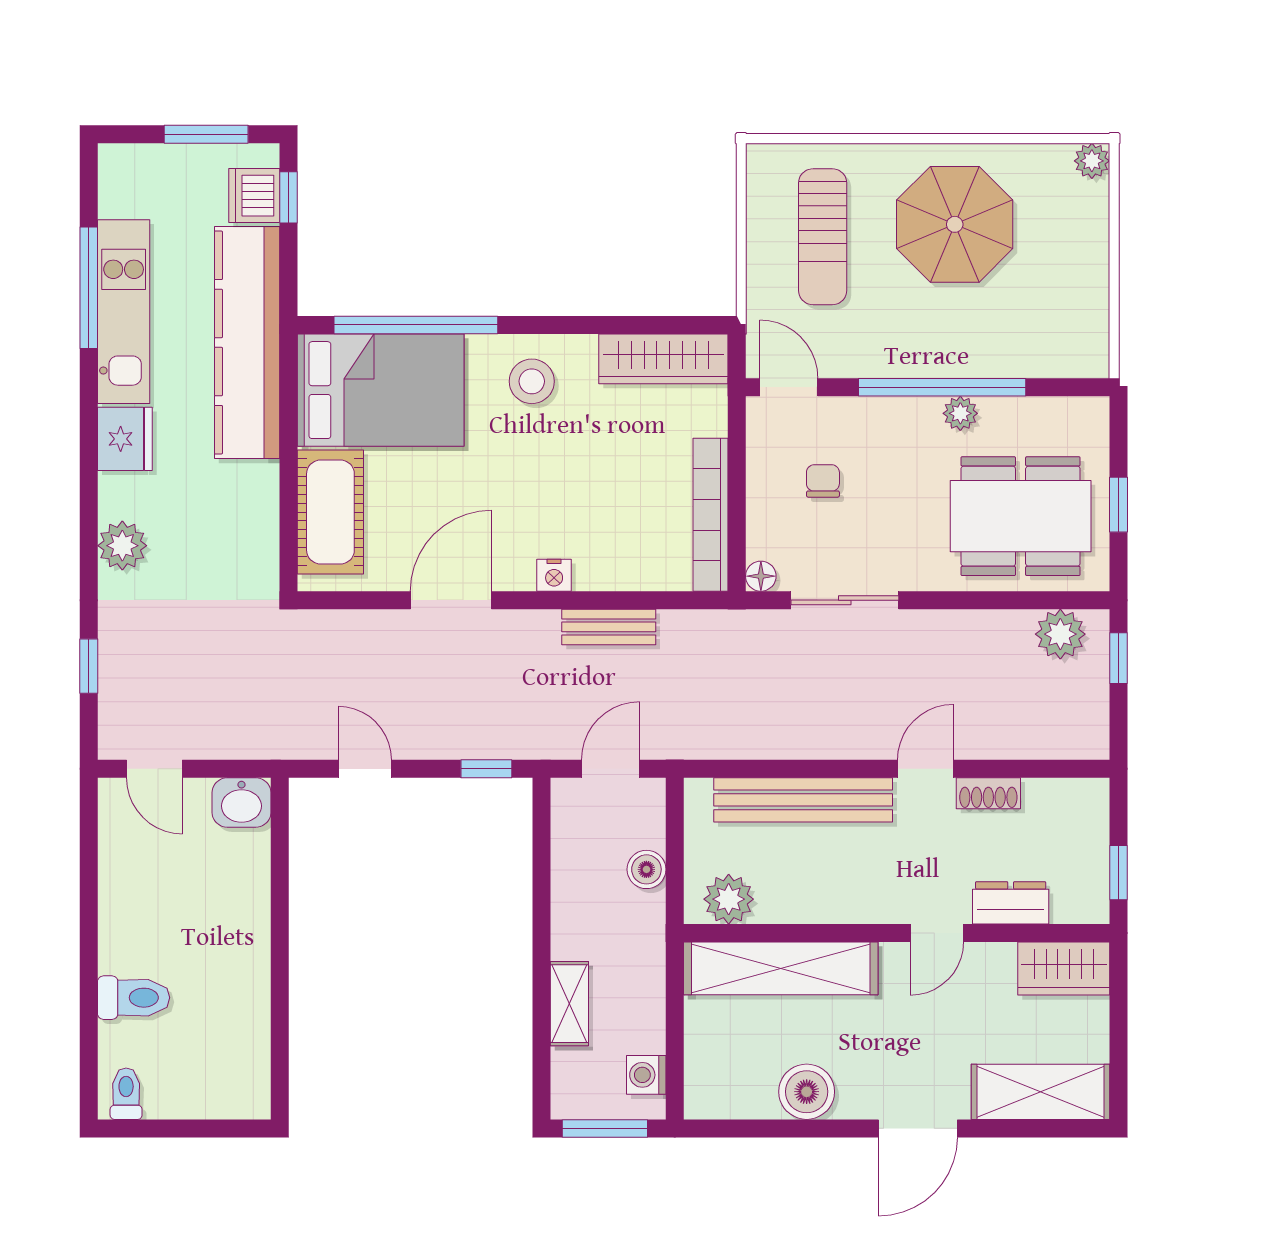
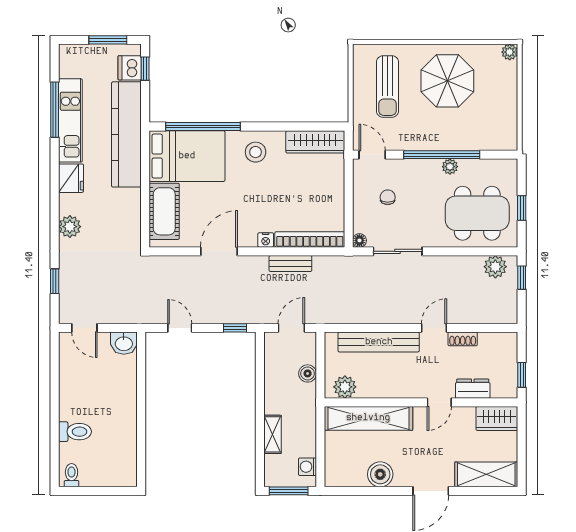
bookcase: (711, 515) -> (310, 239), moved, turned 90

